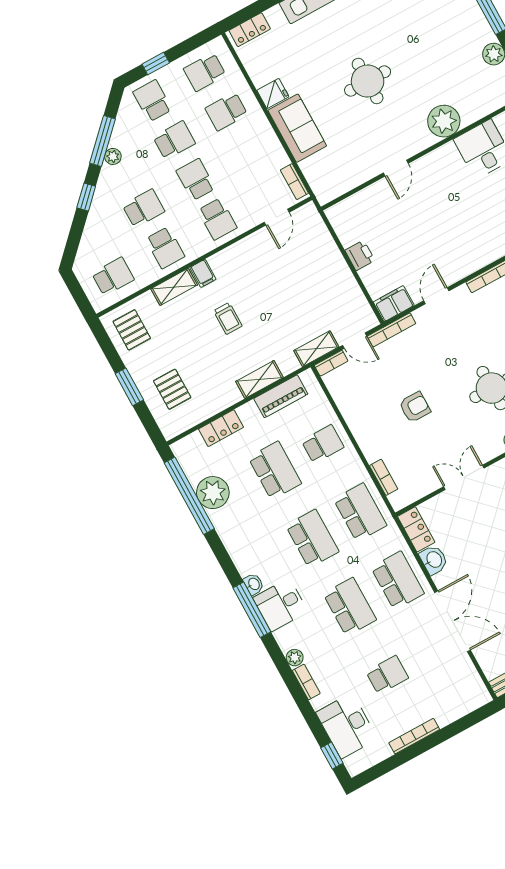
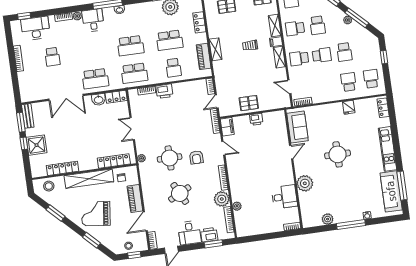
school desk: (152, 101) -> (367, 49), removed
sofa: (297, 128) -> (298, 127), moved, turned -90
door: (396, 168) -> (291, 152), swing flipped
pallet: (335, 281) -> (249, 103), added
shelving: (316, 349) -> (279, 57), moved
armchair: (415, 407) -> (196, 157), moved
printer: (372, 444) -> (164, 91), added
double door: (464, 477) -> (132, 129), swing flipped
desk: (280, 605) -> (93, 20), moved
school desk: (350, 607) -> (91, 51), removed

